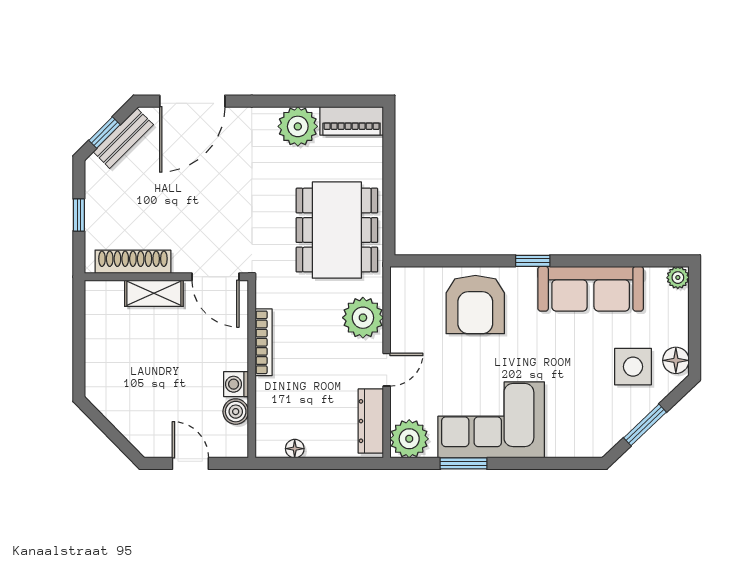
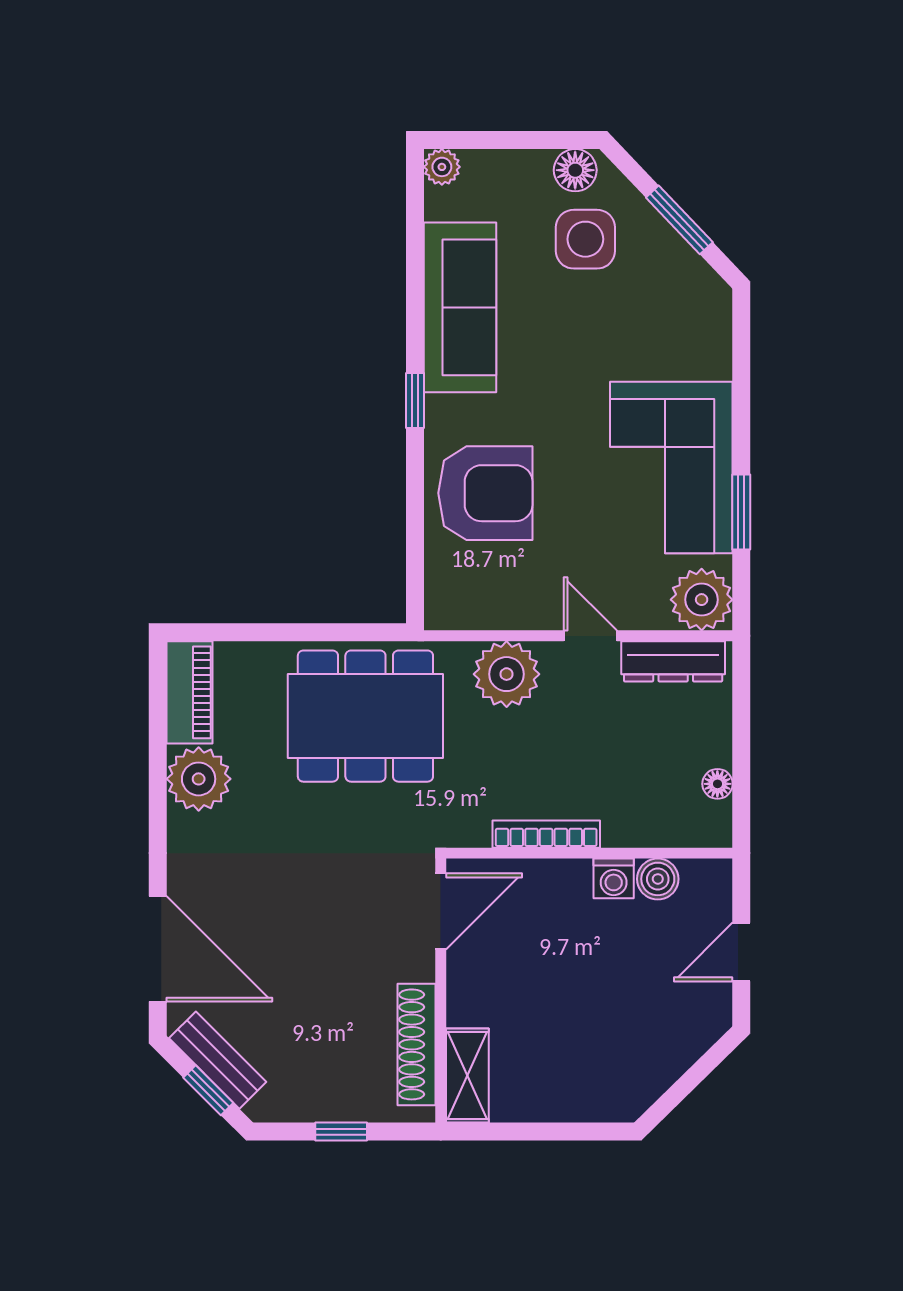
shelving: (154, 293) -> (467, 1075), moved

